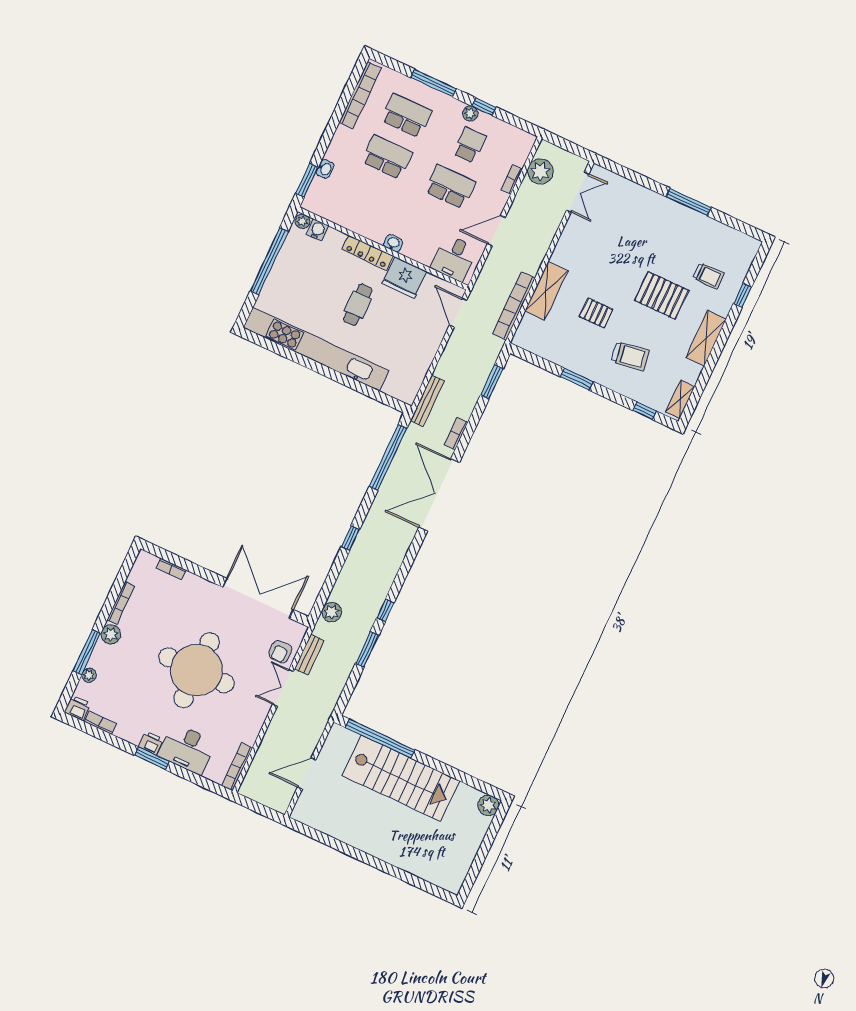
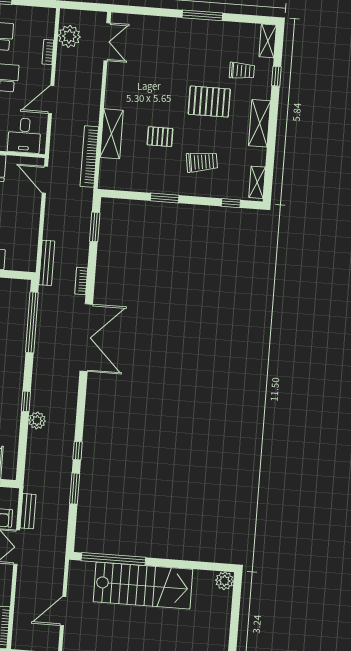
shelving: (747, 255) -> (268, 41), added
double door: (439, 495) -> (86, 338), swing flipped
plant: (332, 612) -> (37, 420), moved

